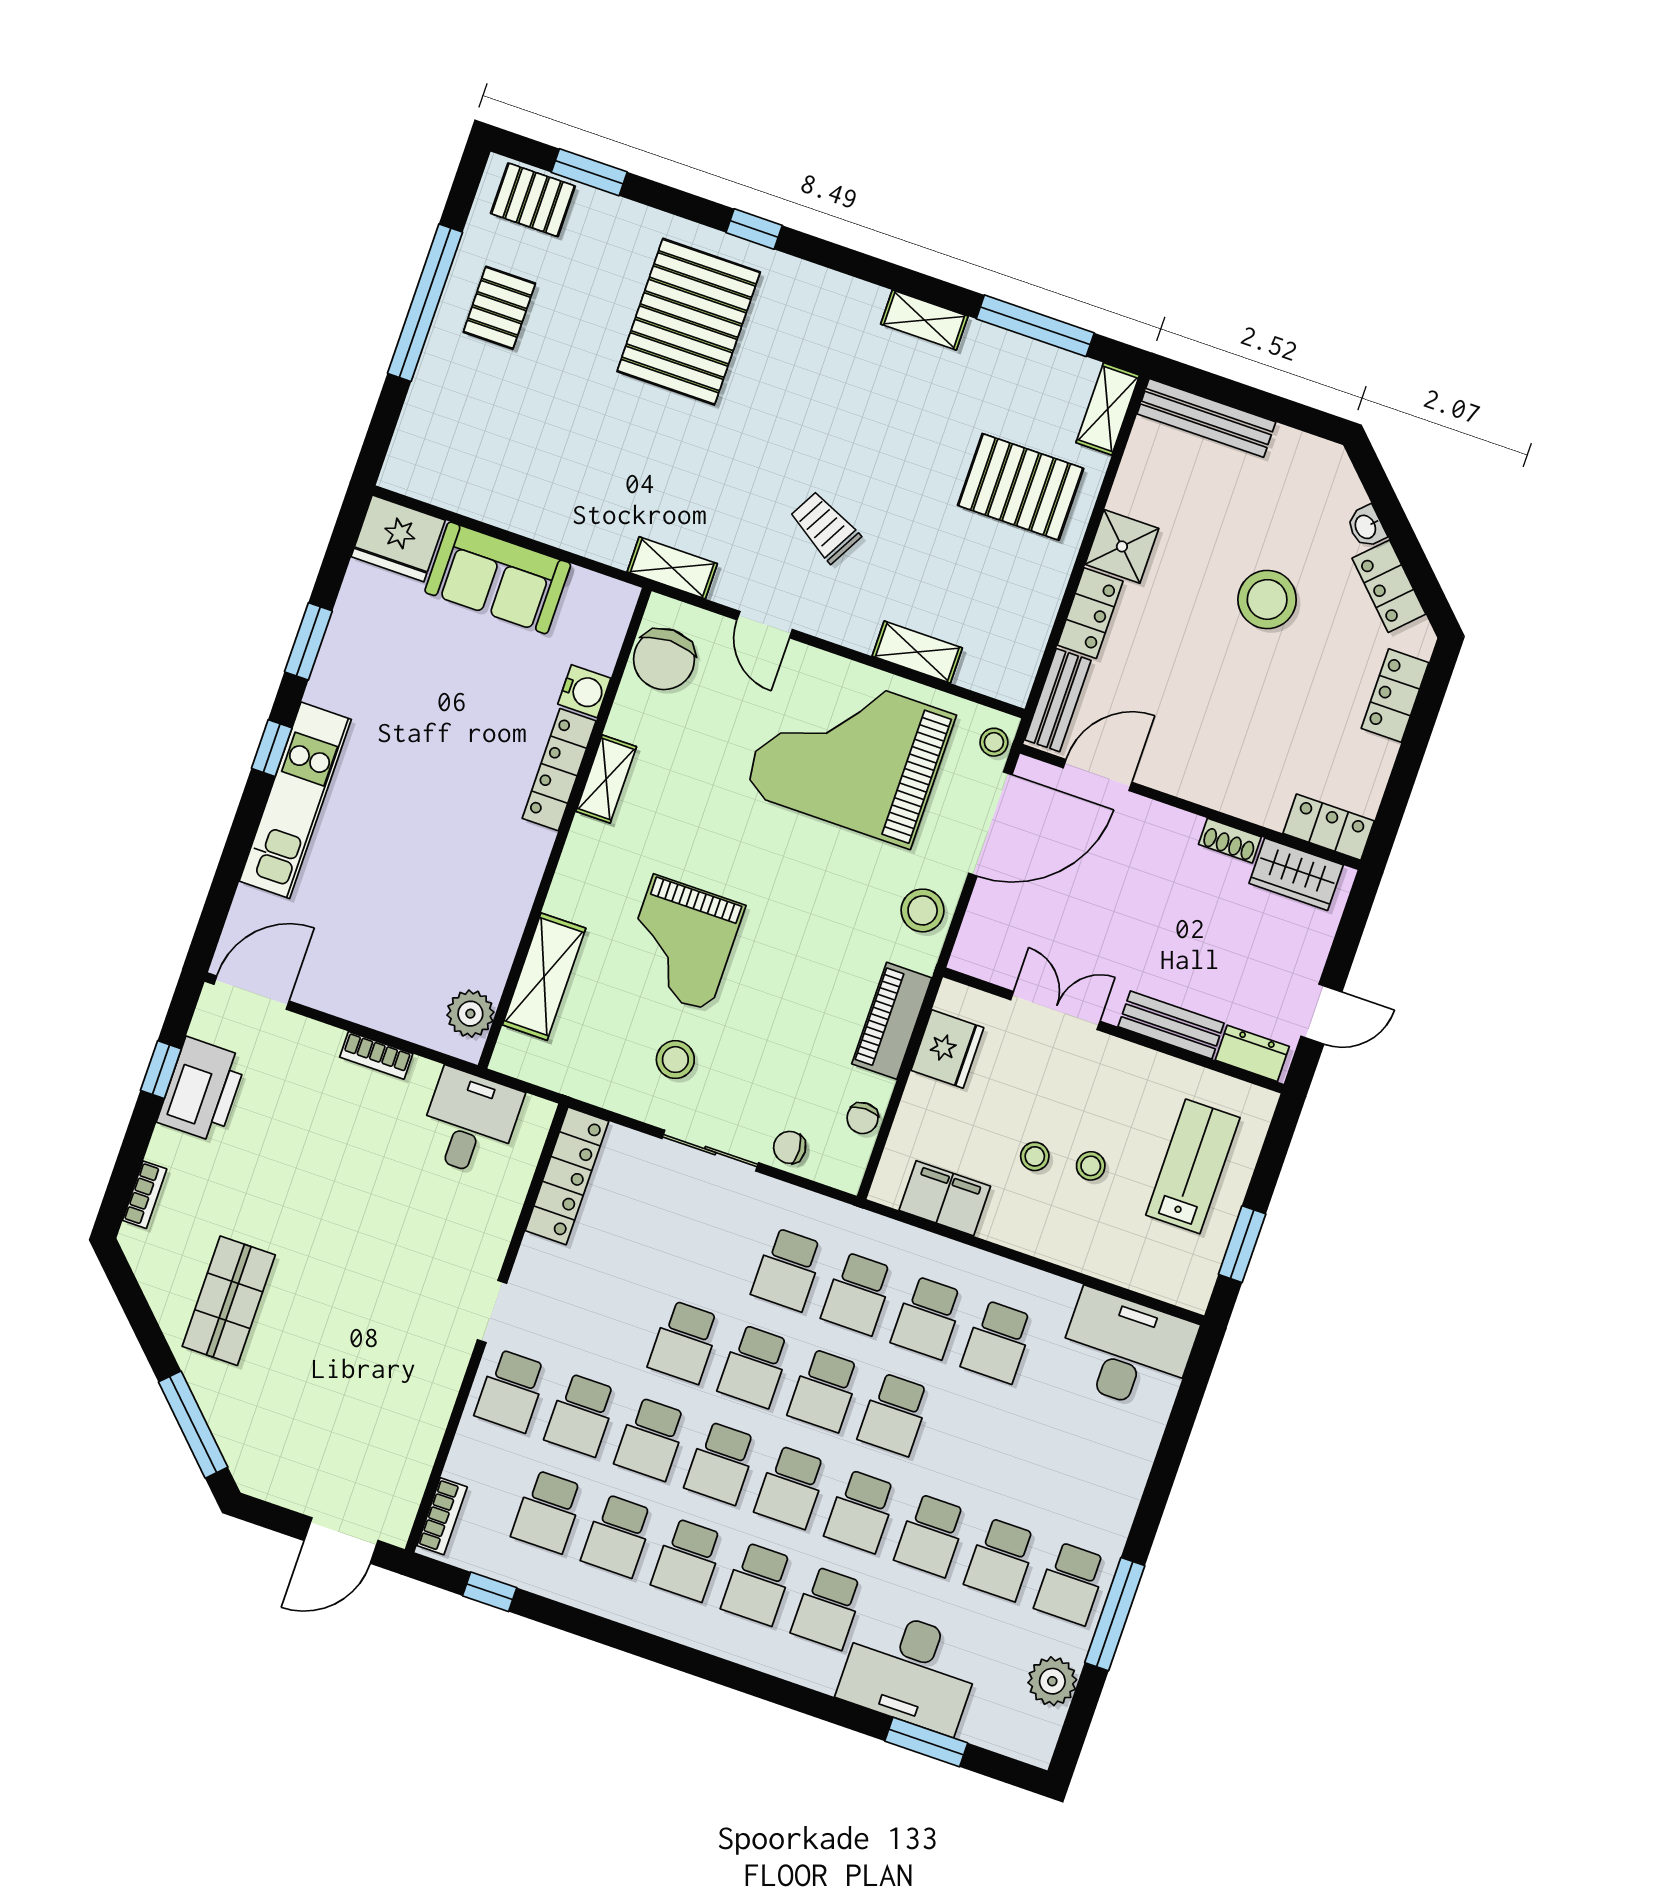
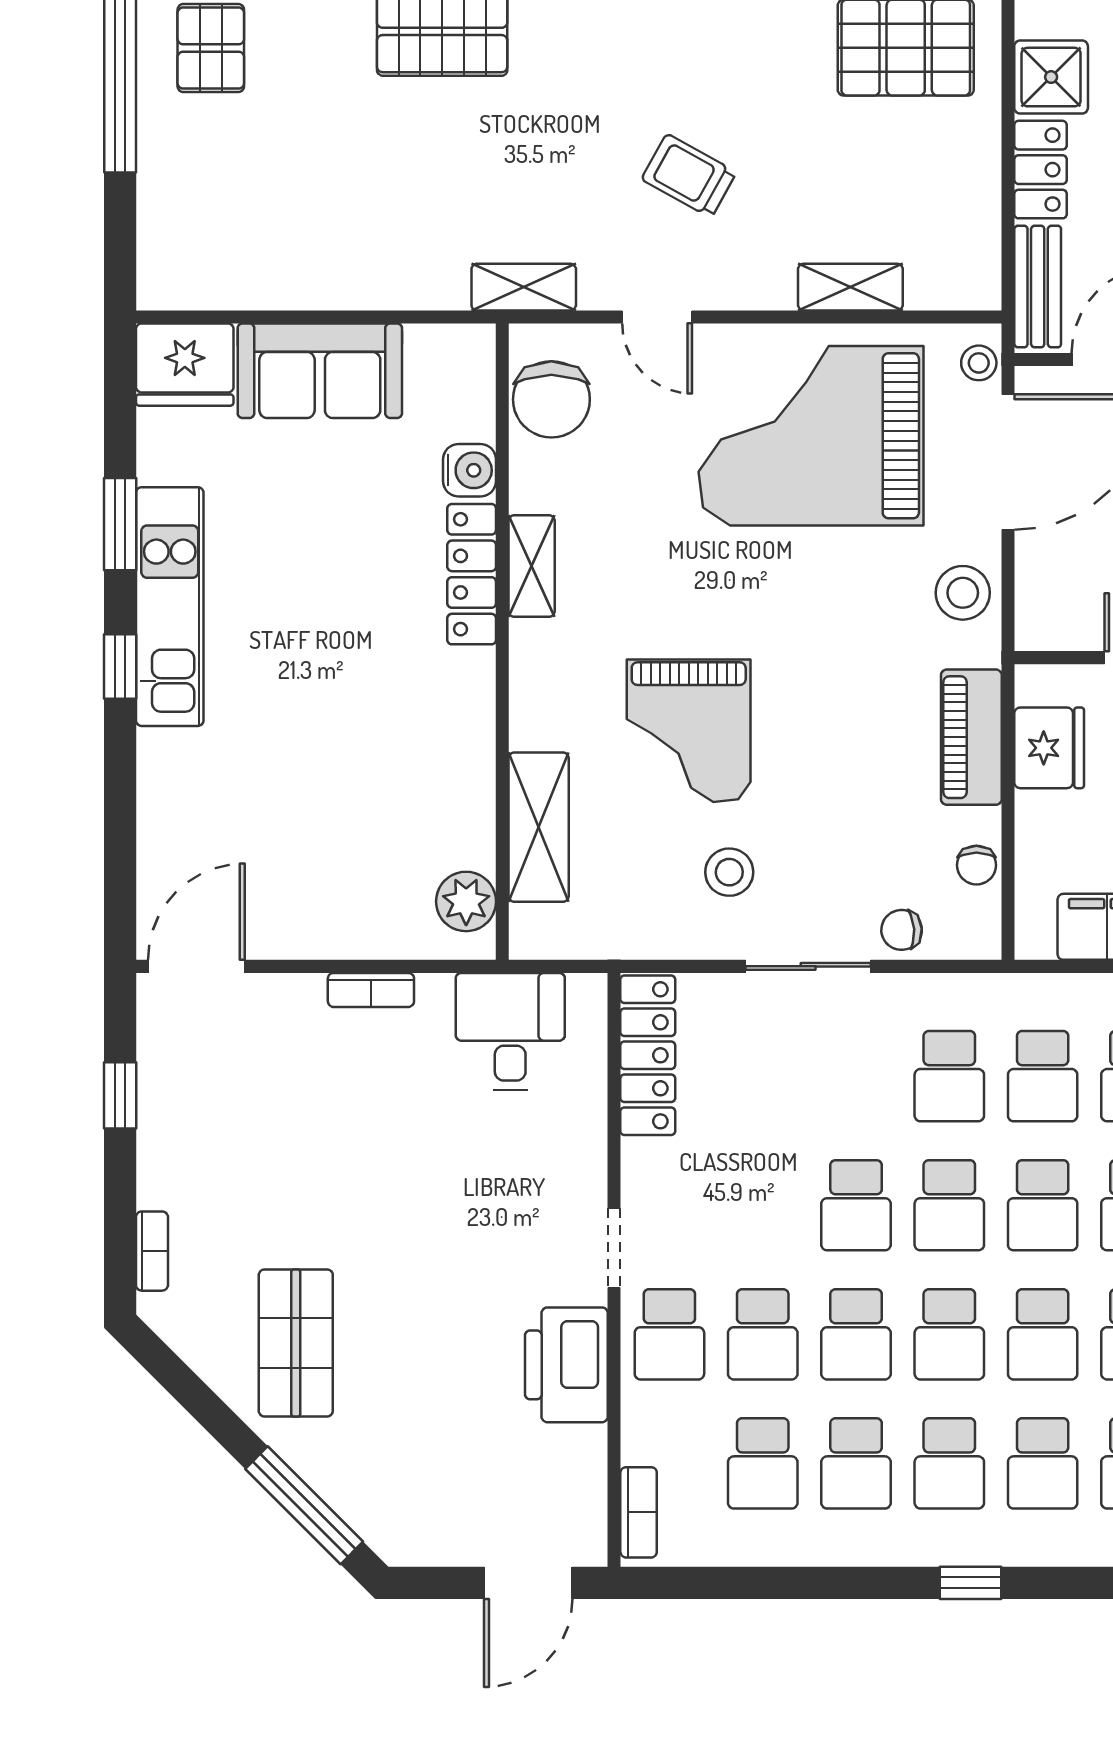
kitchen unit: (295, 800) -> (170, 607), moved
printer: (202, 1090) -> (566, 1365), moved, turned 180
window: (490, 1592) -> (970, 1583), moved

